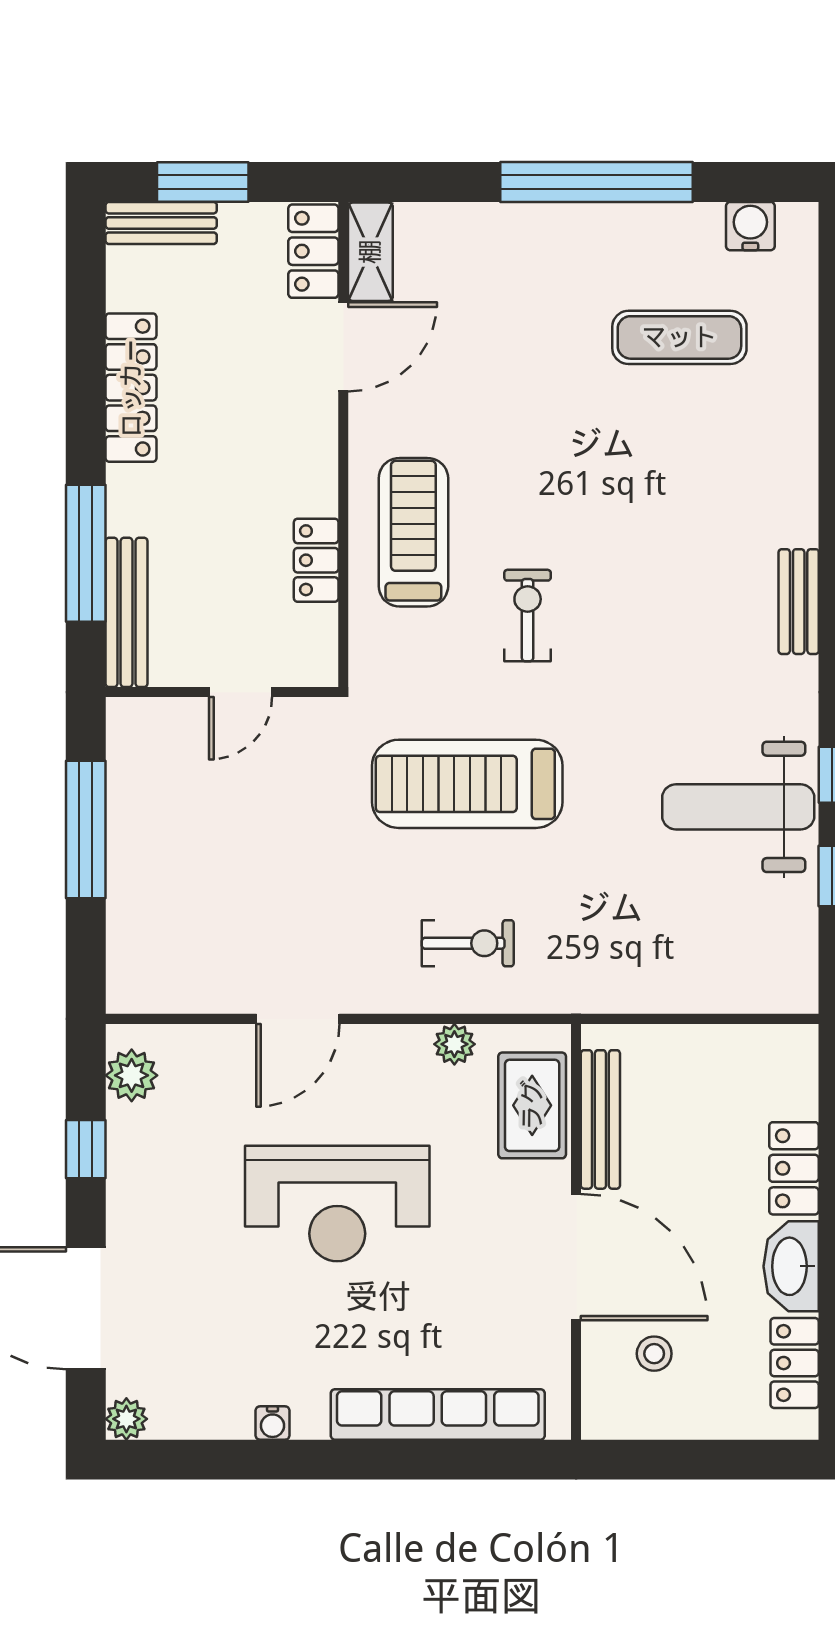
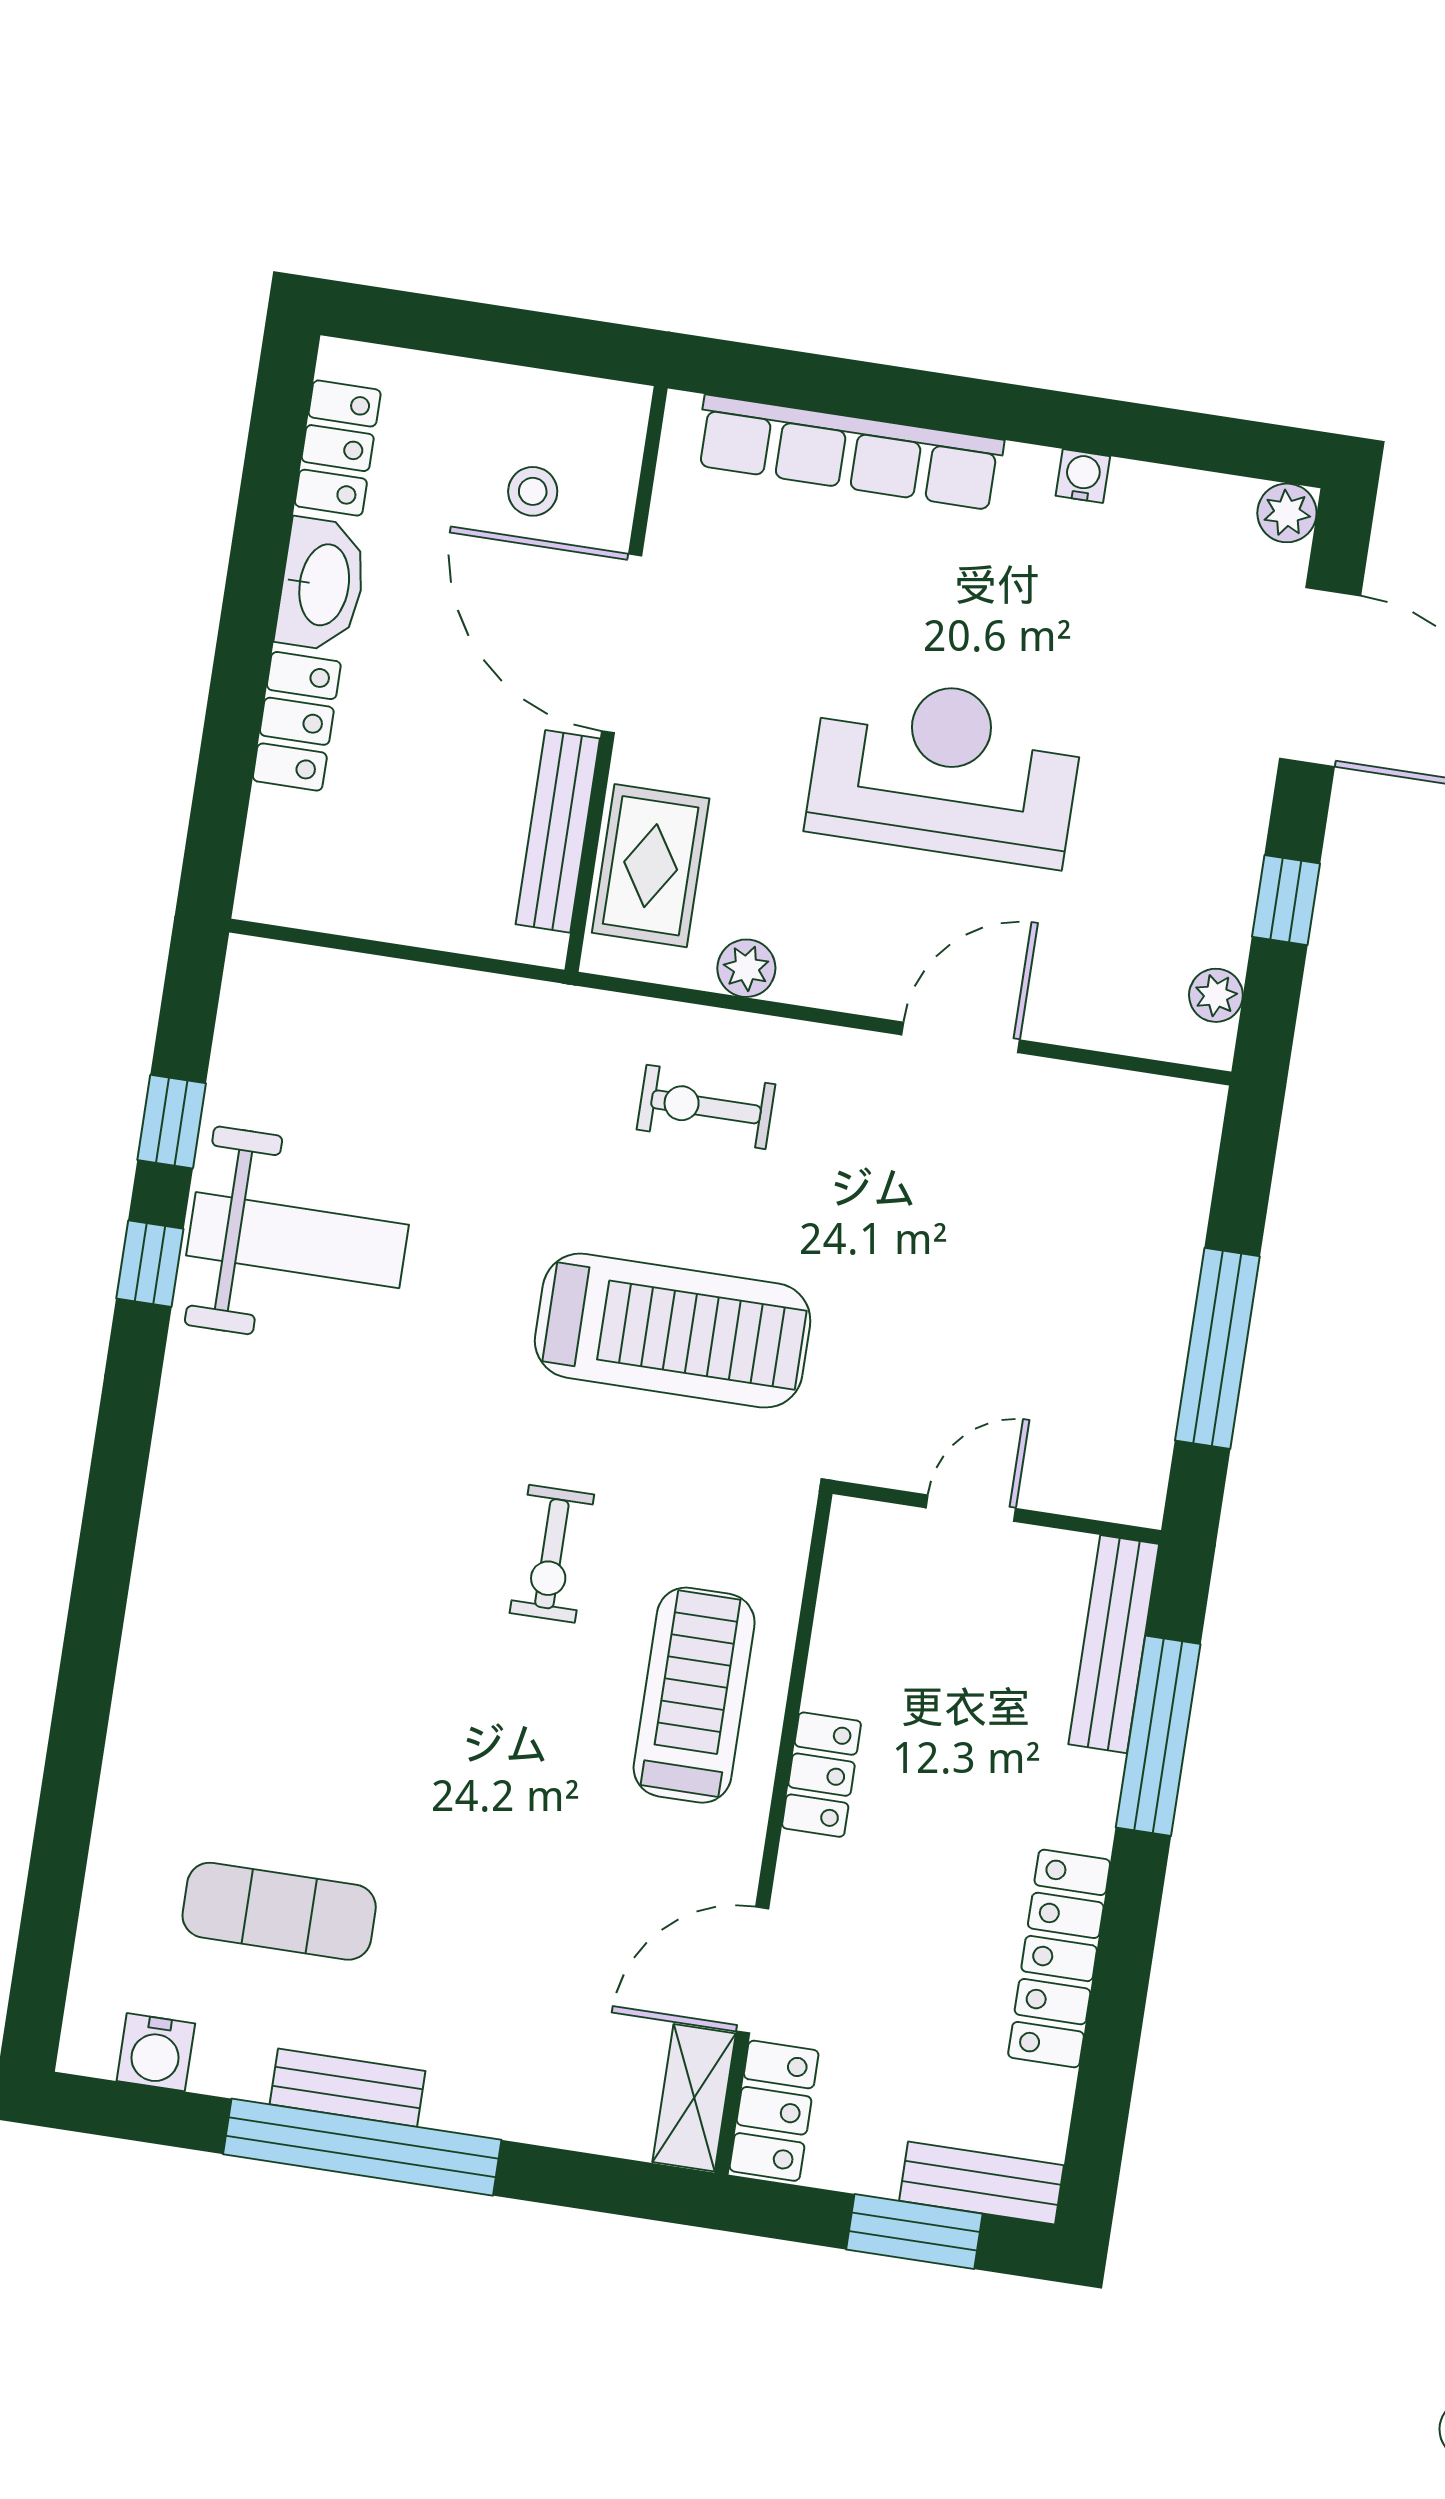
treadmill: (413, 532) -> (694, 1695), turned 180
locker: (316, 560) -> (822, 1775), moved
bench: (799, 602) -> (348, 2088), moved, turned 90
plant: (132, 1075) -> (1216, 995), width x0.73, depth x0.73

